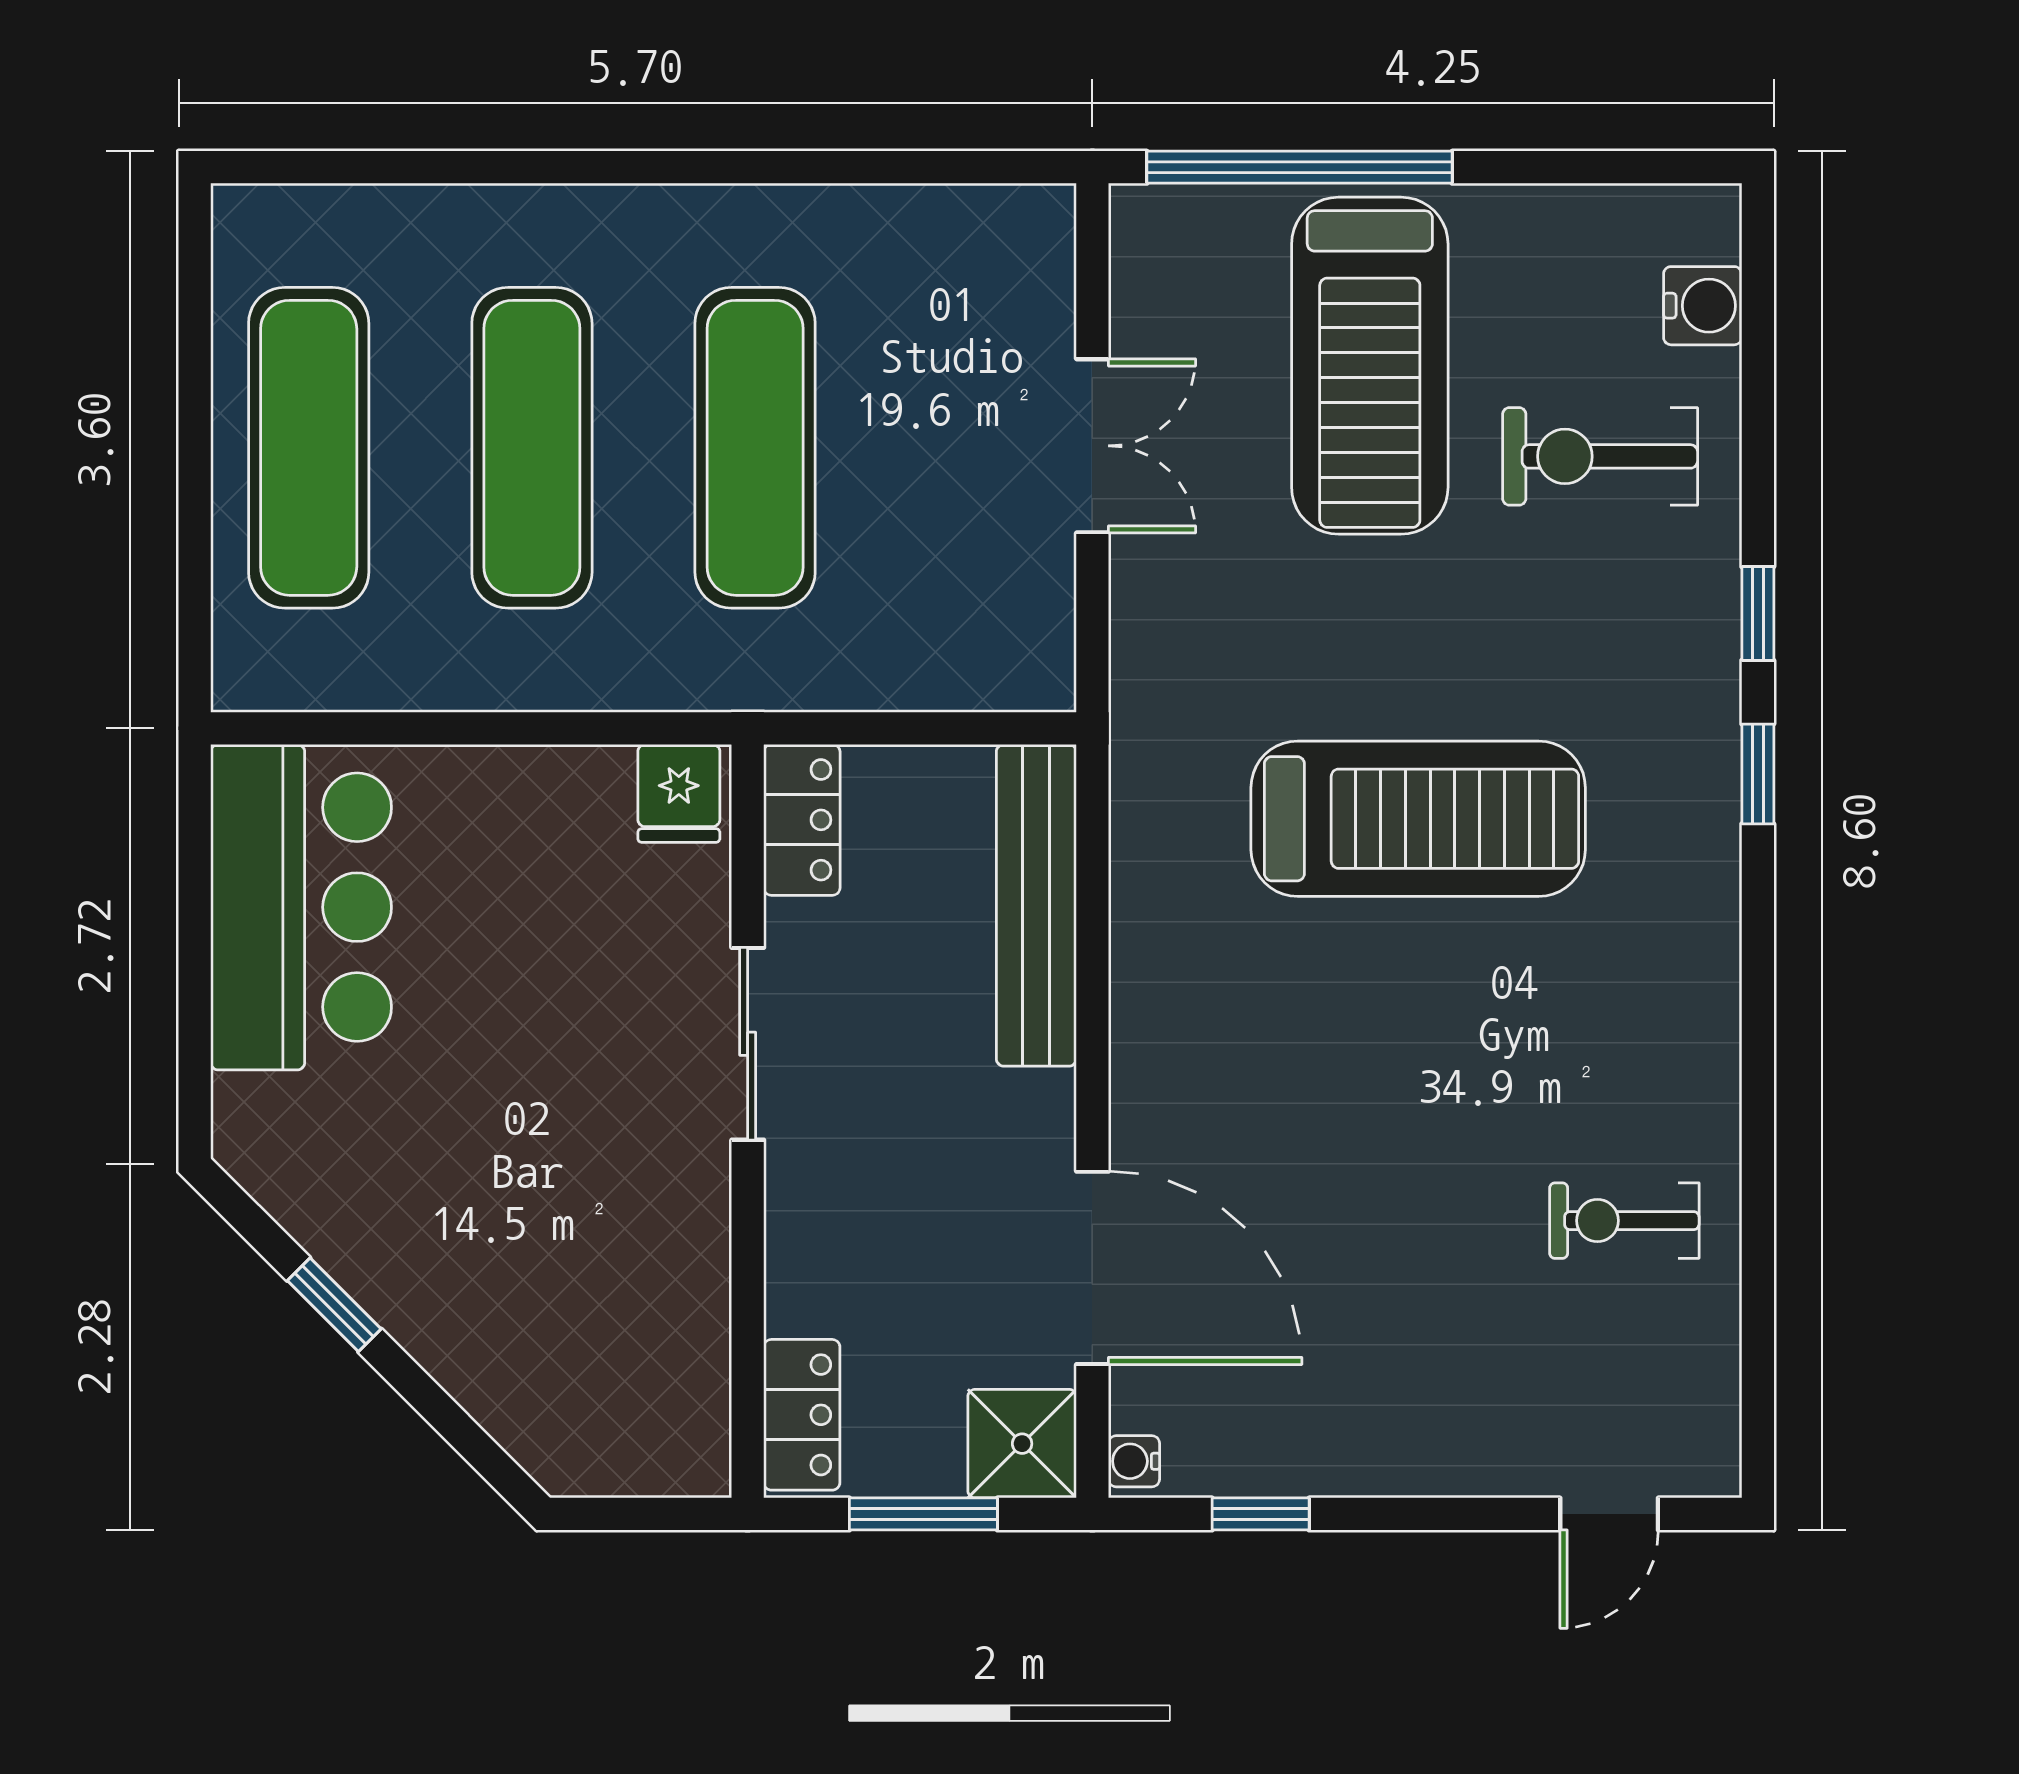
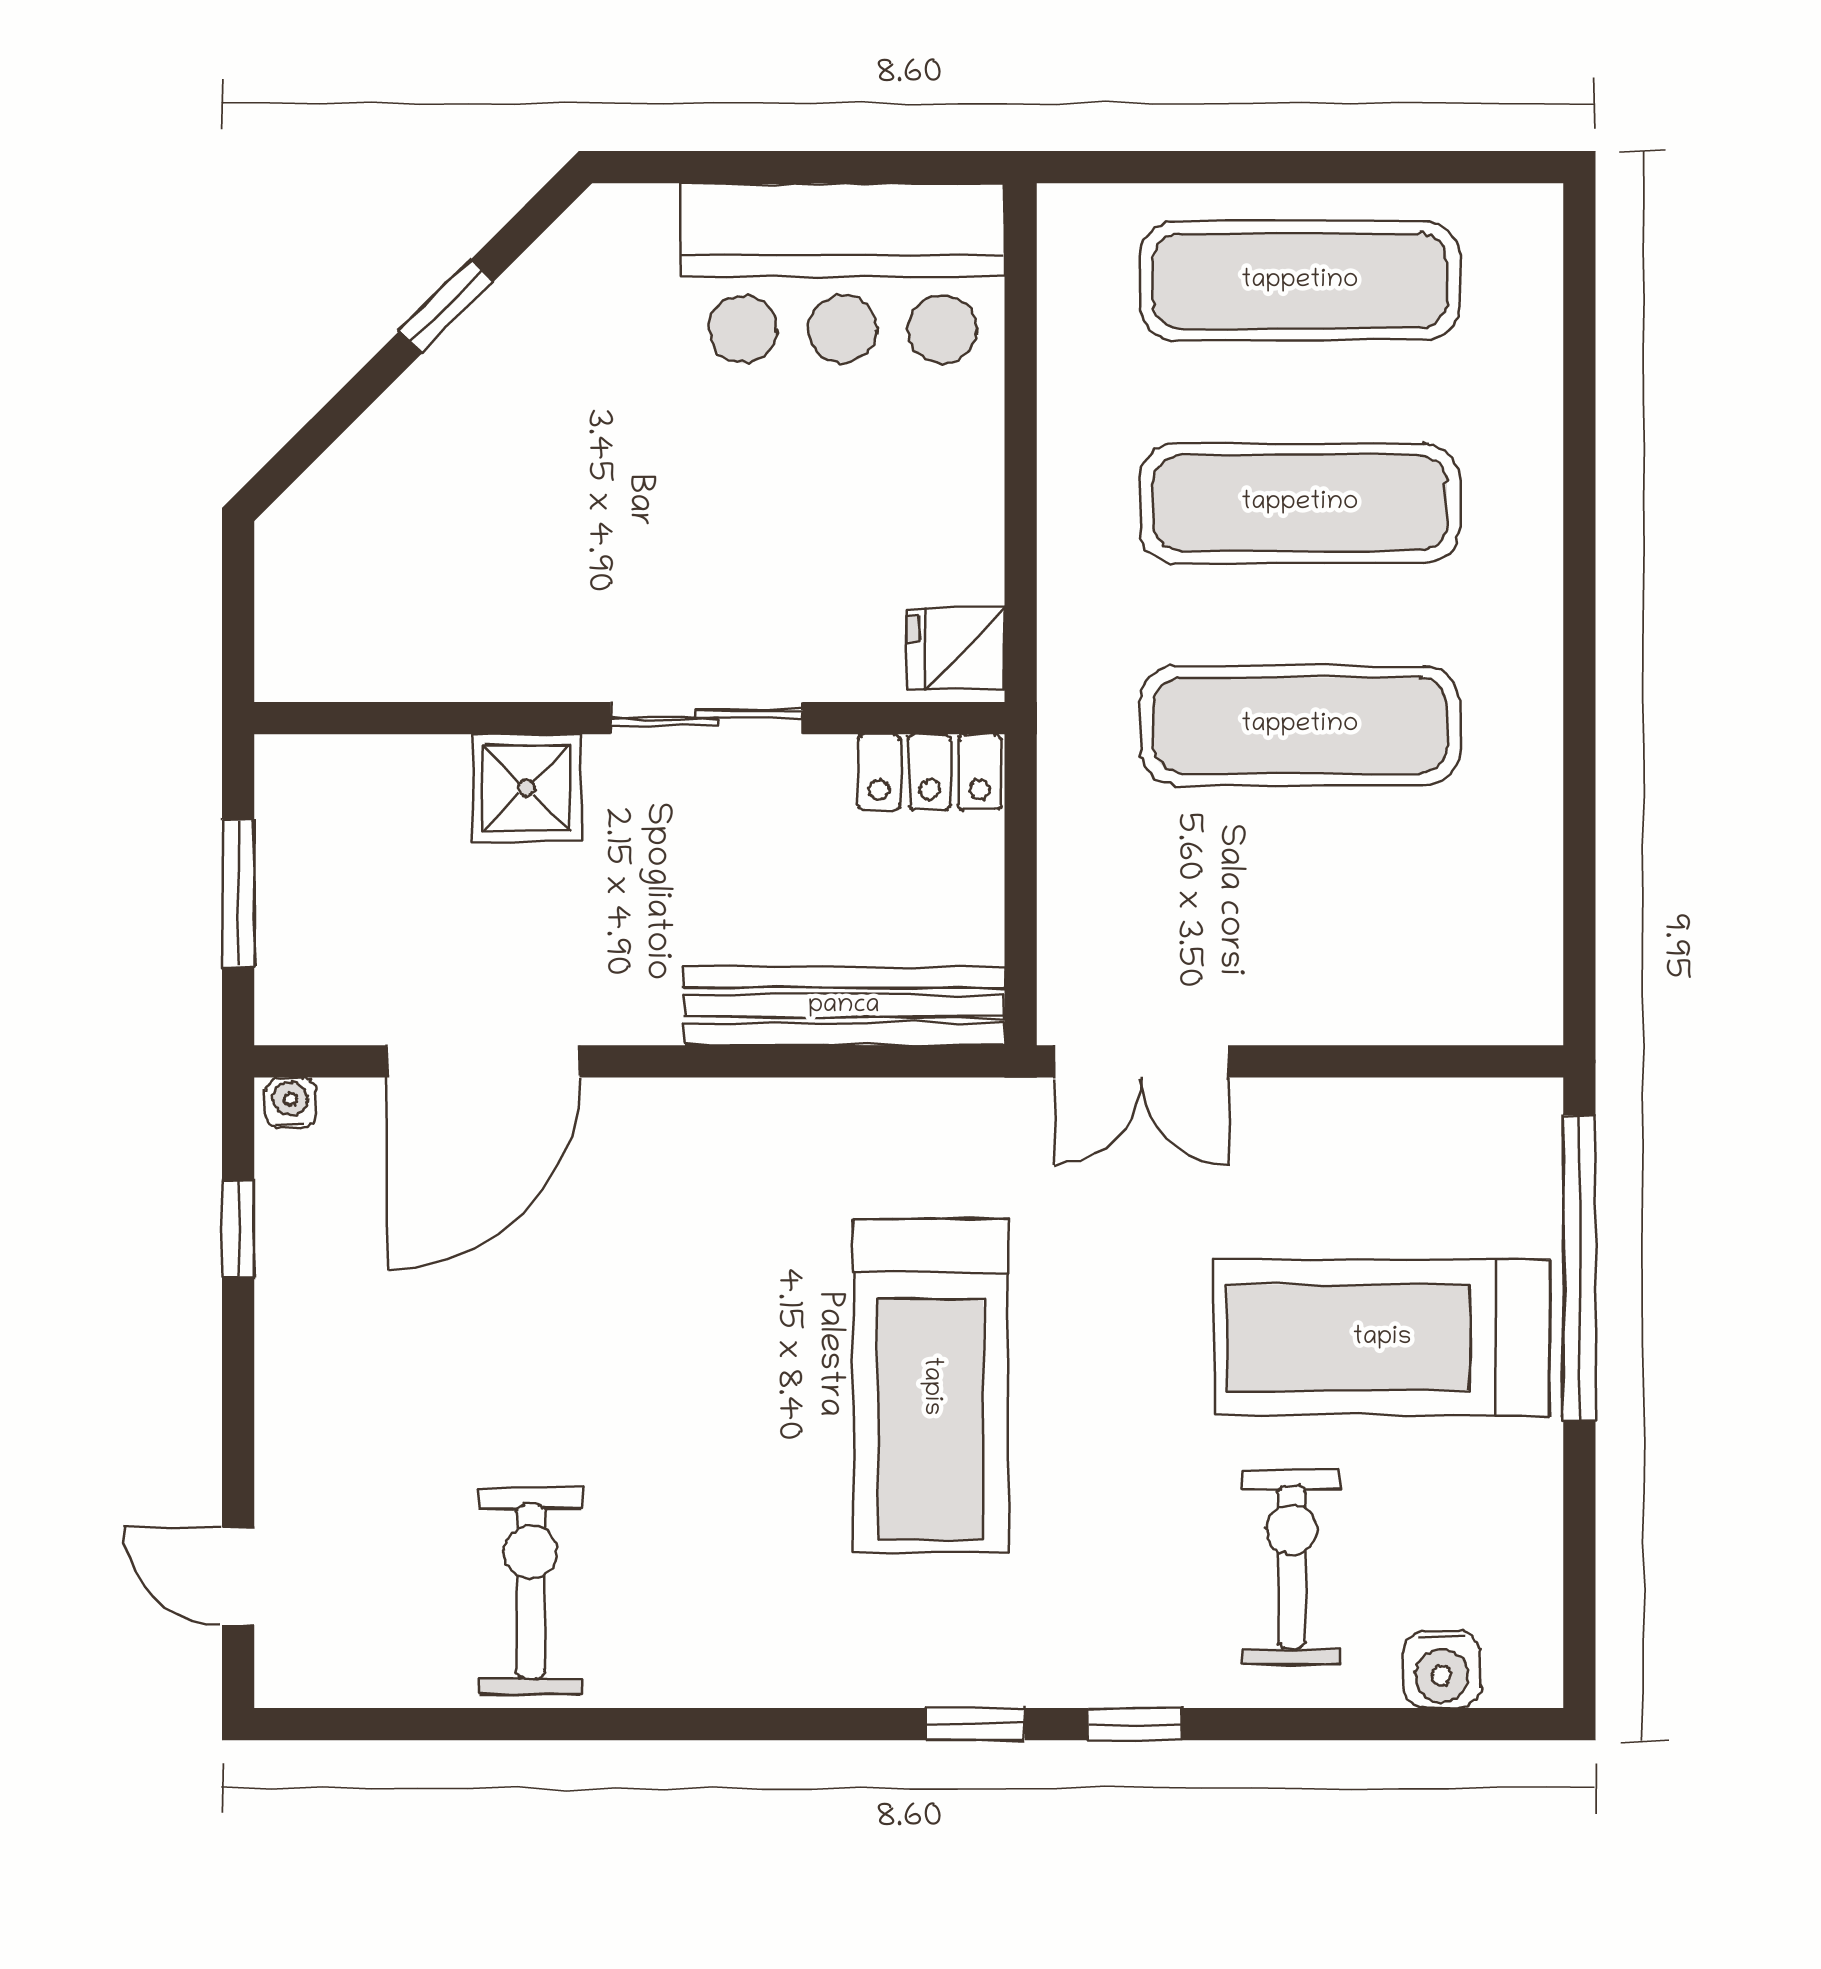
double door: (1092, 446) -> (1141, 1061), moved
exercise bike: (1624, 1221) -> (530, 1591), width x1.38, depth x1.39
locker: (802, 1415) -> (337, 772), removed
shower: (1022, 1444) -> (527, 788), moved

